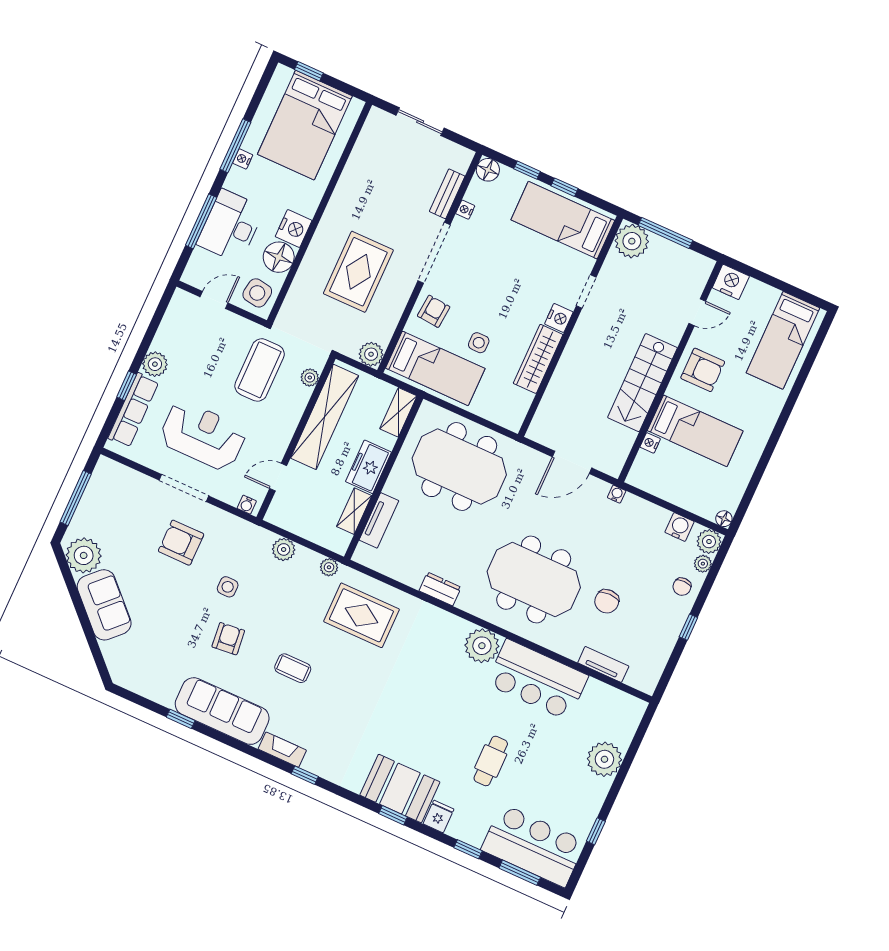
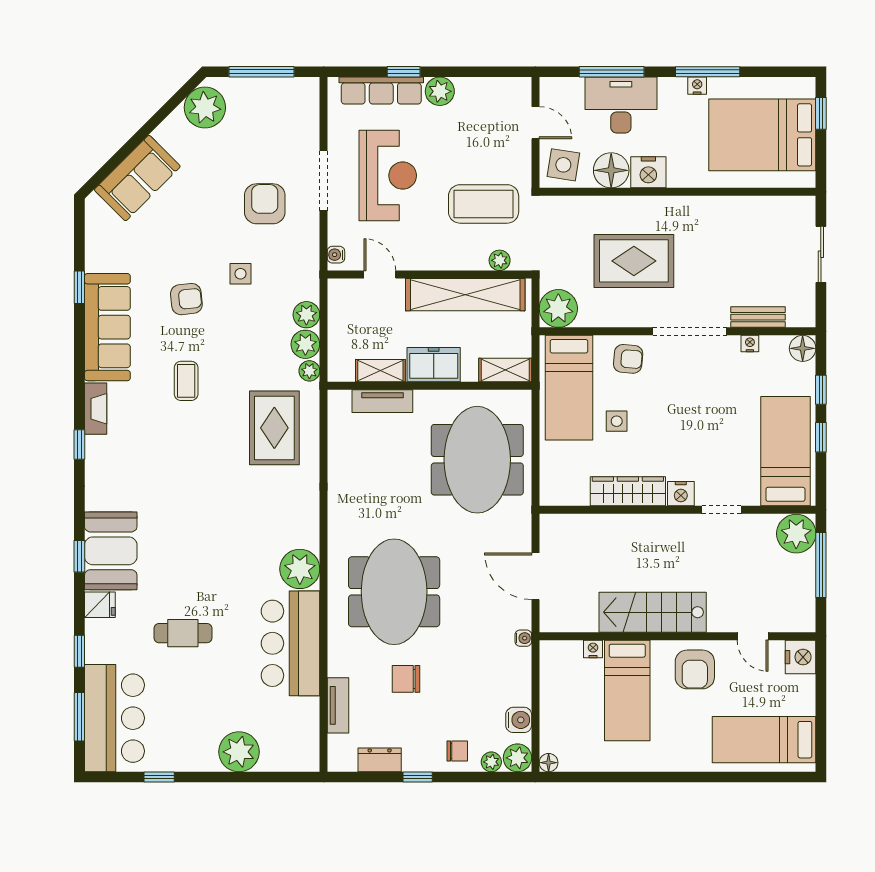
plant: (371, 354) -> (558, 308), width x1.36, depth x1.36
plant: (307, 561) -> (305, 344), added
chair: (682, 587) -> (457, 751), turned 180
dresser: (440, 589) -> (380, 760), moved, turned -90
sofa: (104, 605) -> (137, 178), moved

